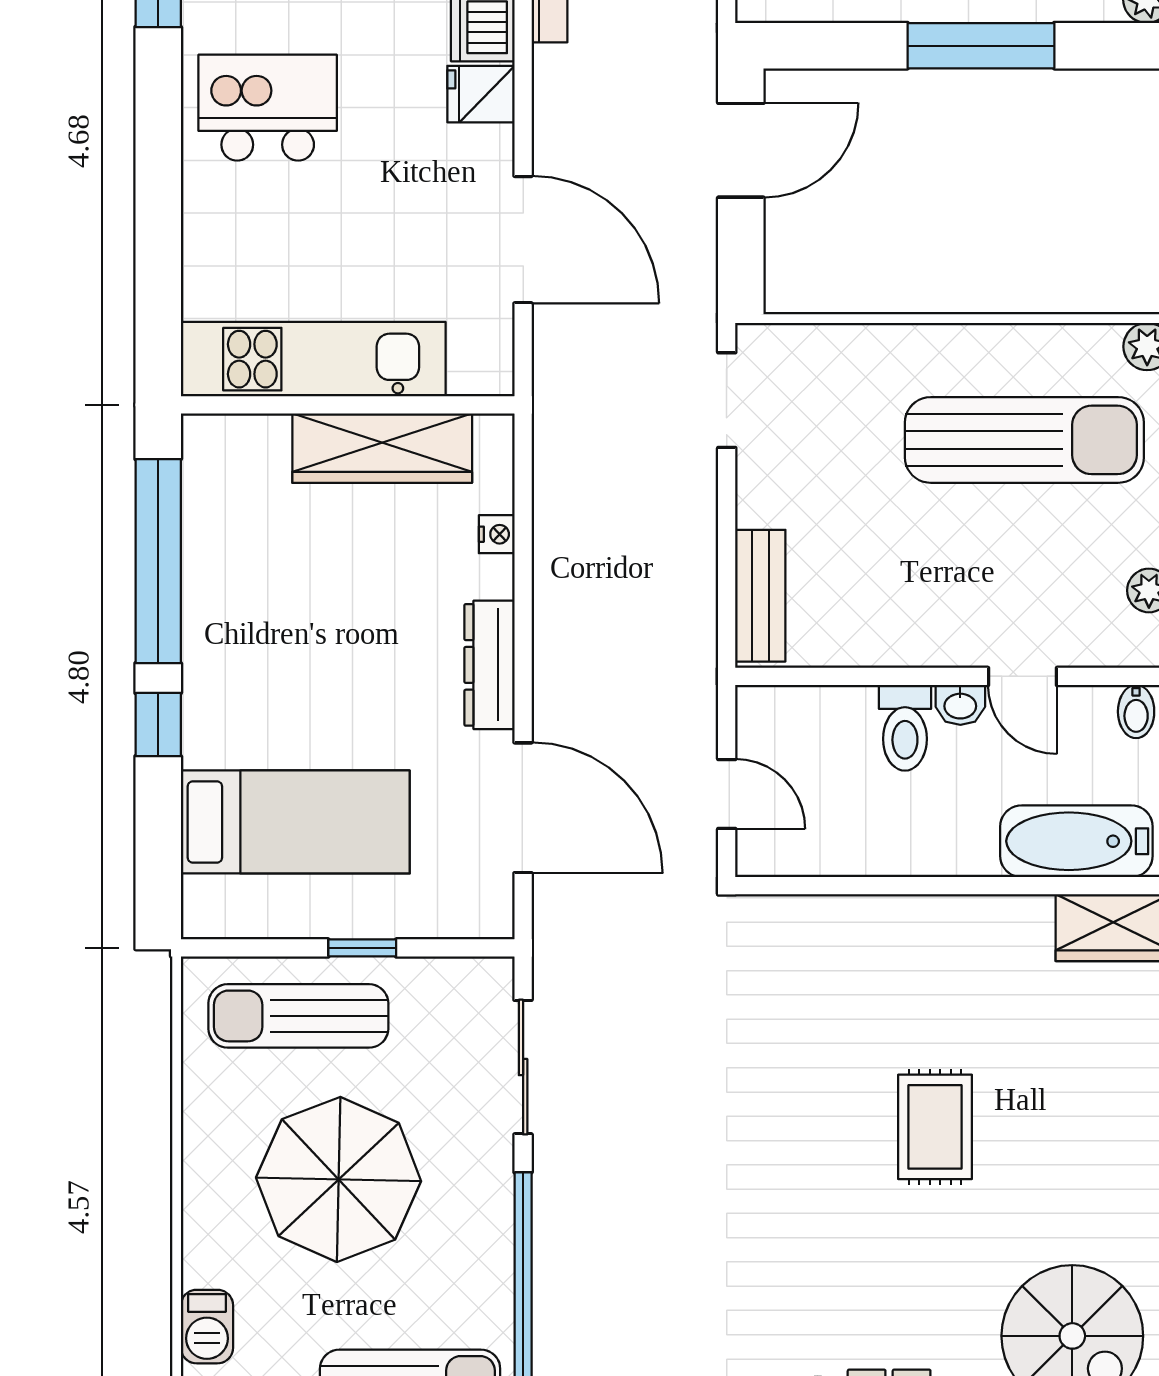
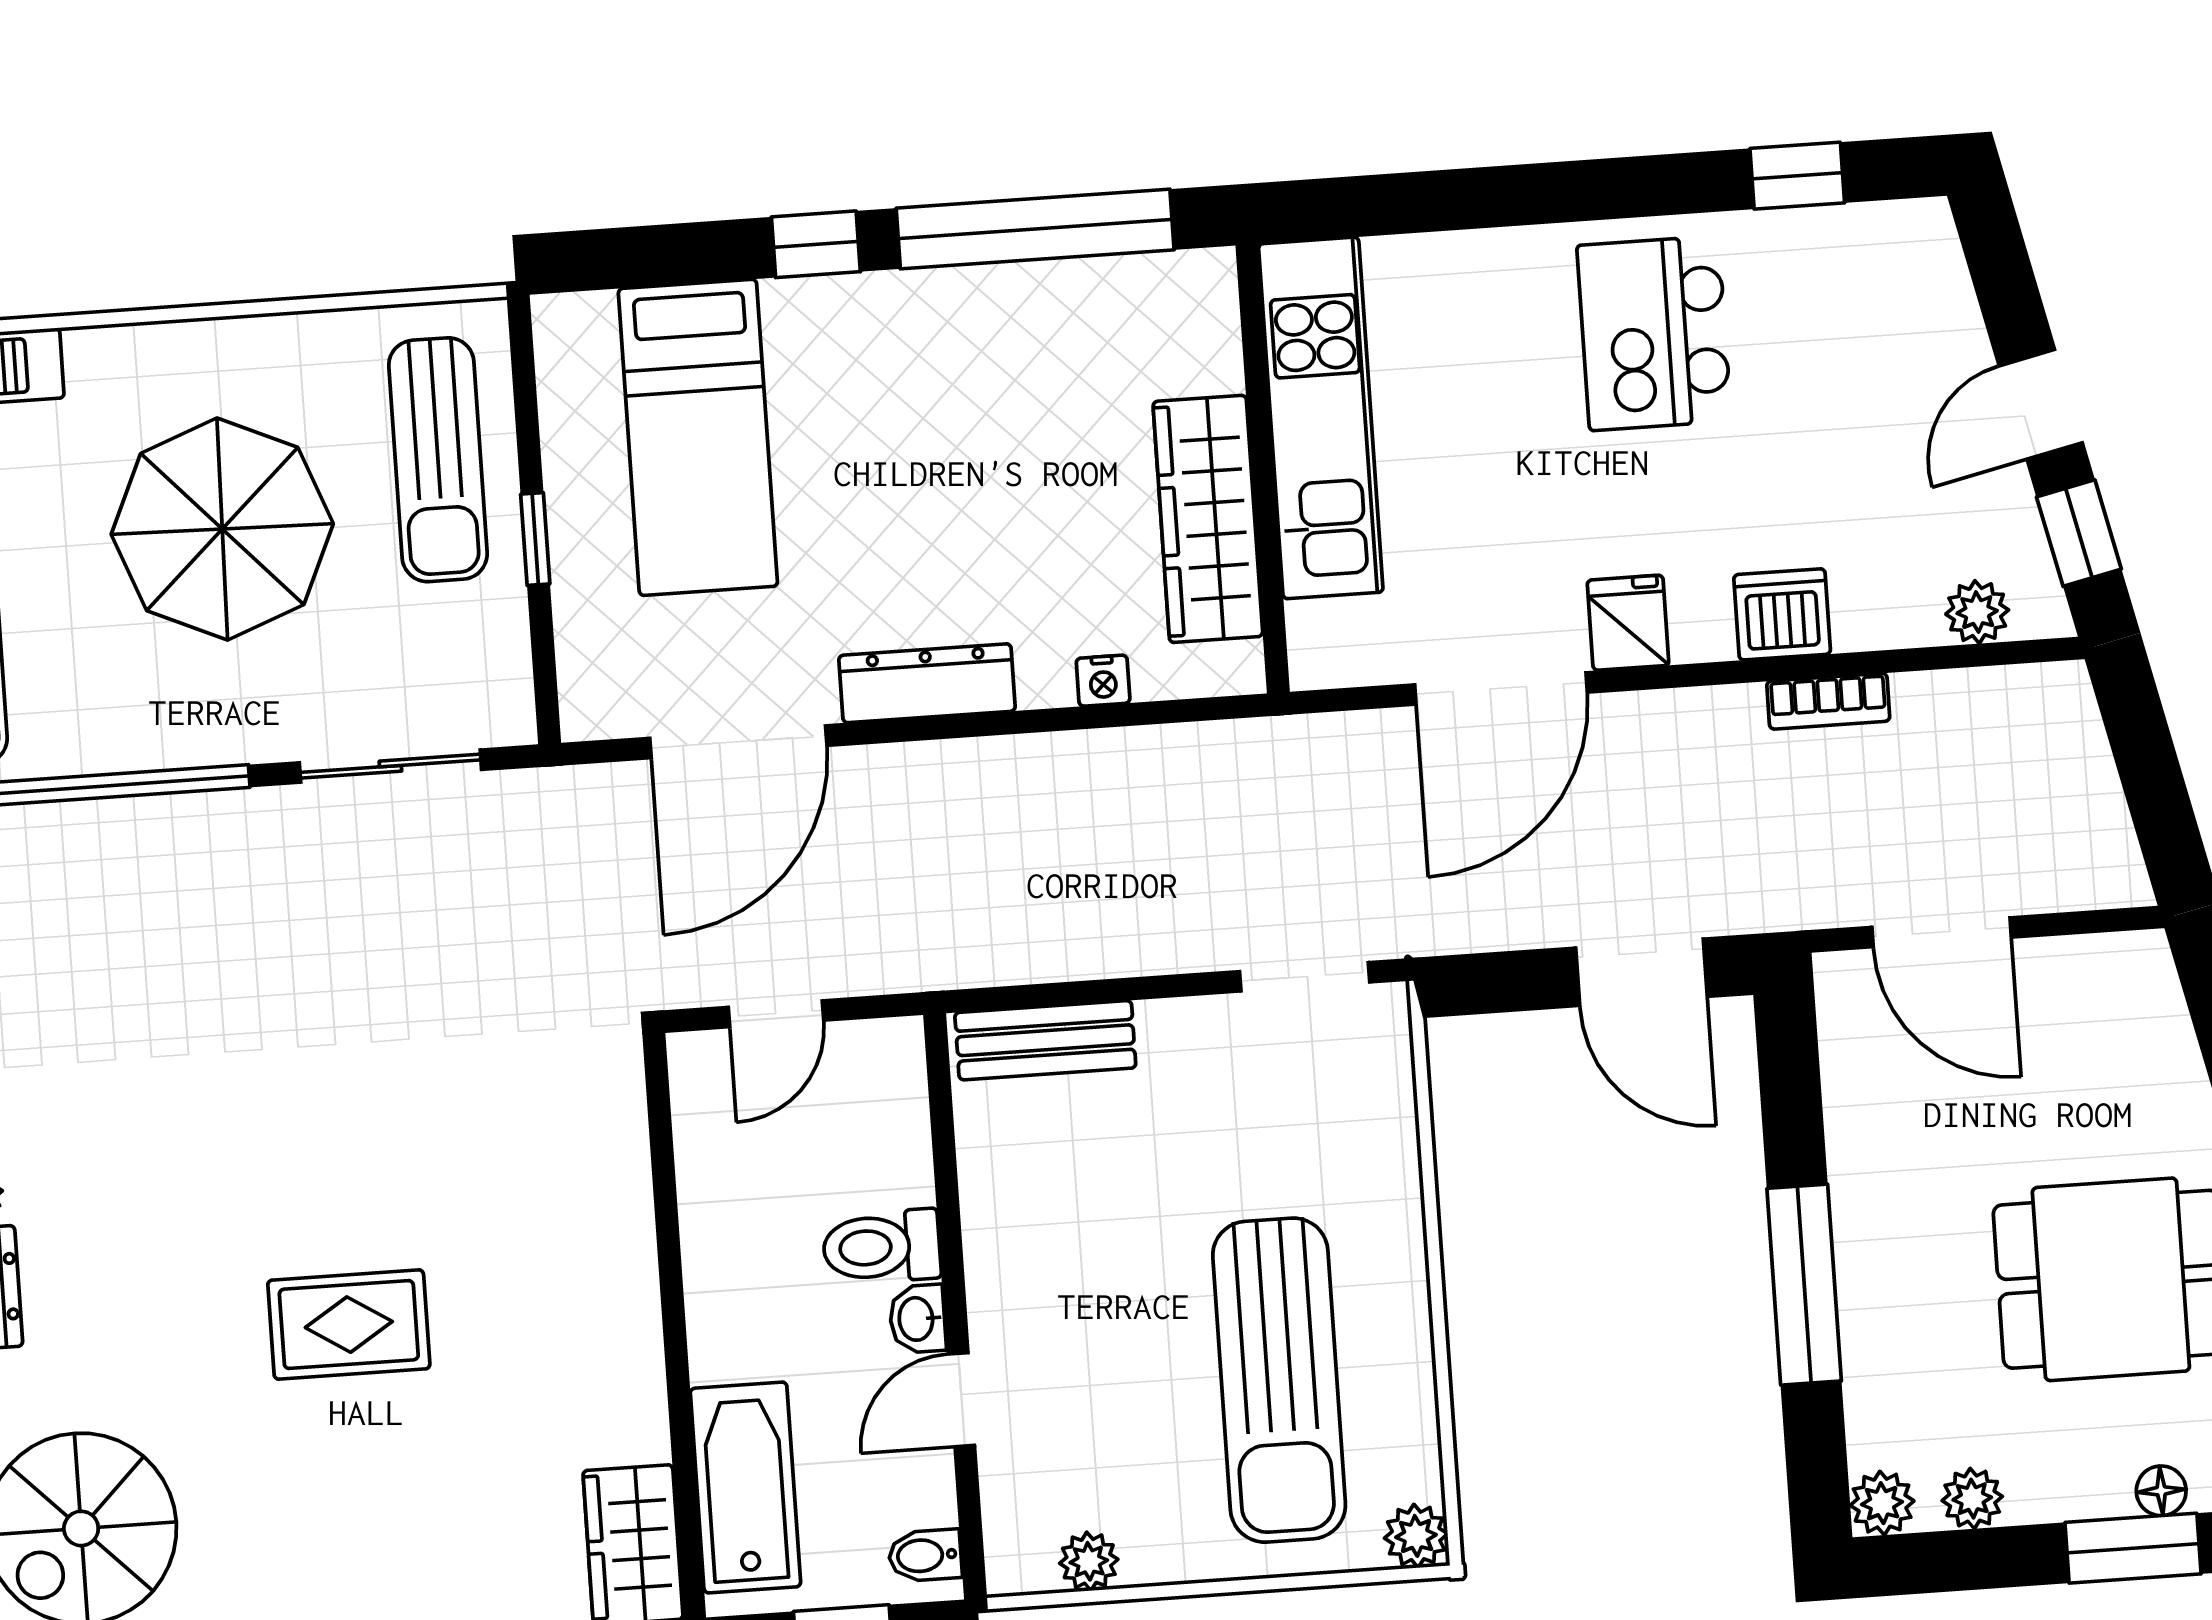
fridge: (481, 94) -> (1628, 623), moved
kitchen island: (268, 108) -> (1654, 333), turned 180
sun lounger: (298, 1016) -> (438, 460), turned 180

